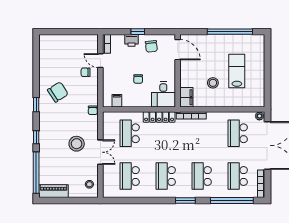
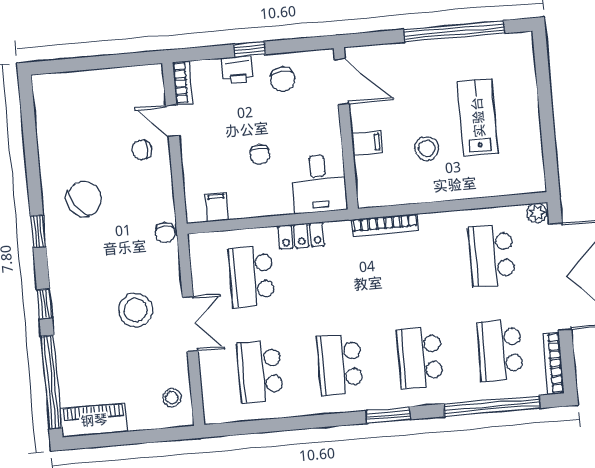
filing cabinet: (186, 97) -> (367, 143), moved, width x0.50
locker: (159, 117) -> (301, 236), width x0.66

